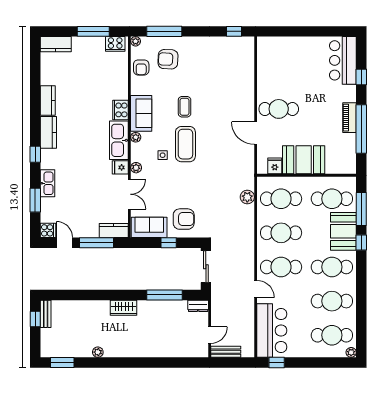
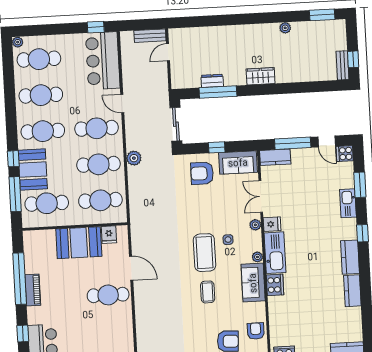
plant: (247, 197) -> (134, 158), moved
dresser: (198, 306) -> (212, 81), moved

